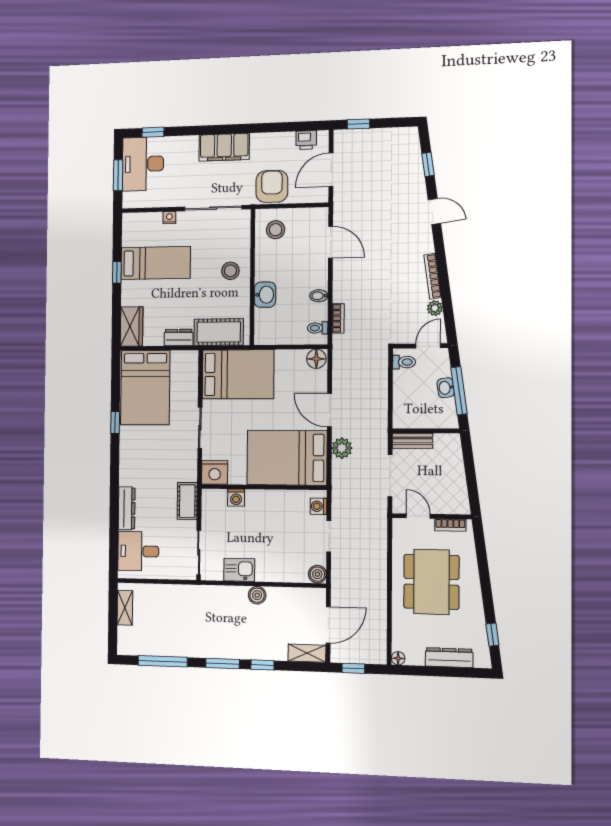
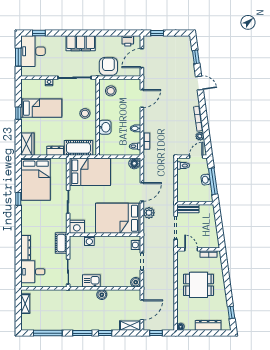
door: (331, 242) -> (142, 99), hinge flipped
door: (329, 410) -> (142, 192), swing flipped
dining table: (431, 582) -> (198, 285), width x0.73

